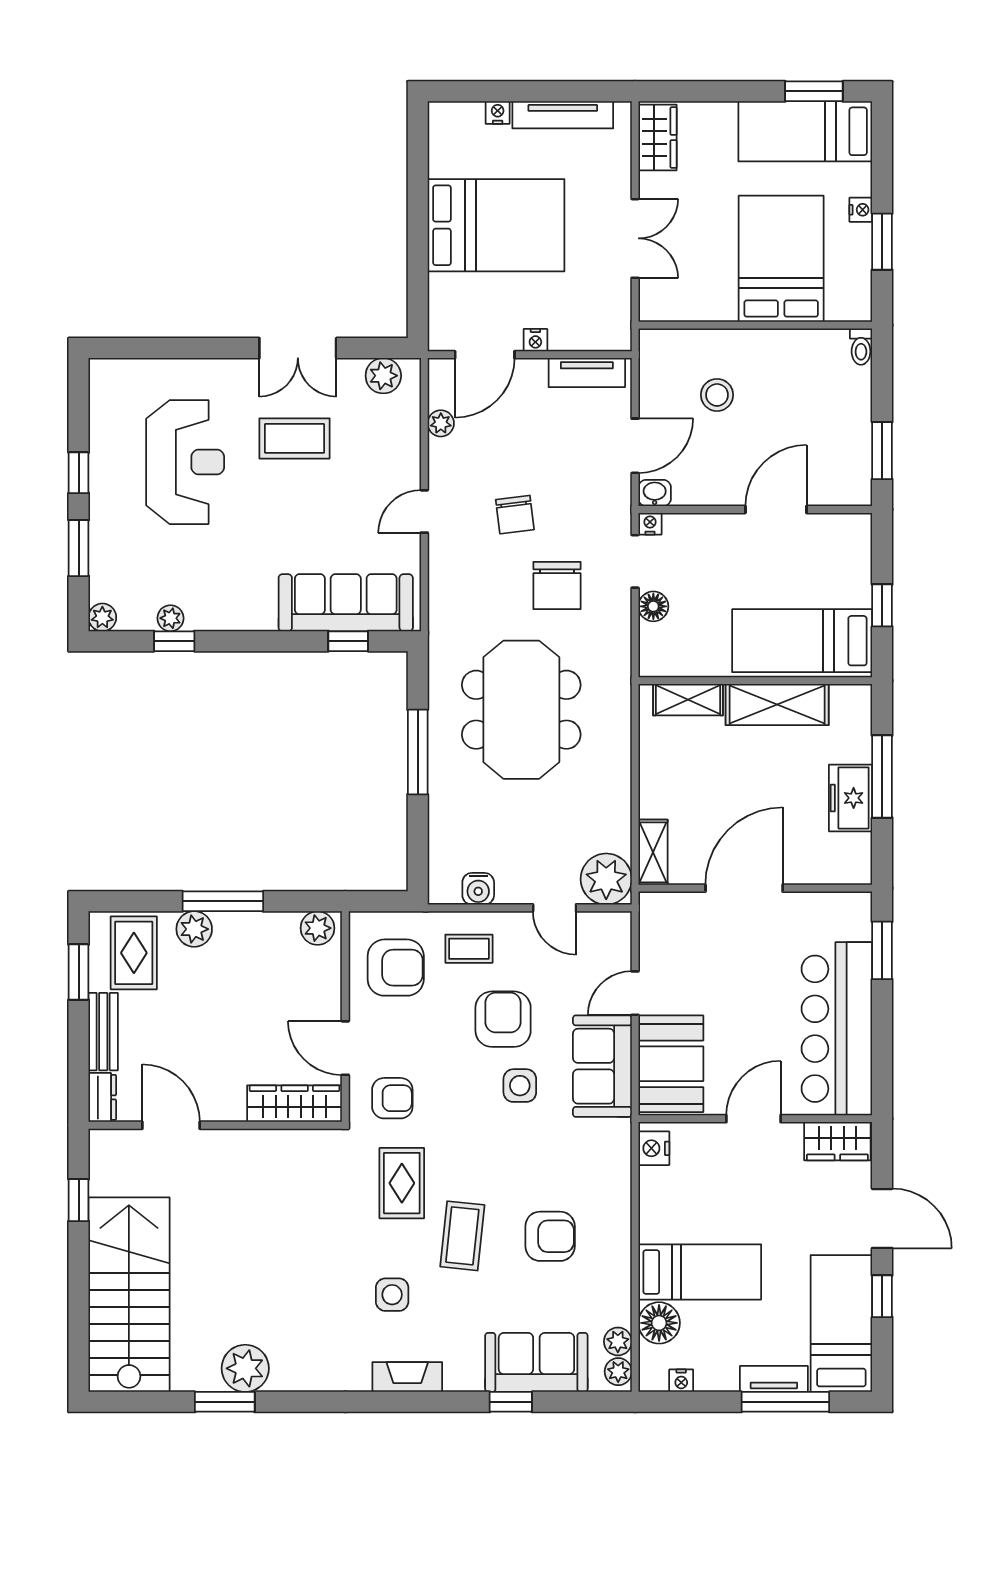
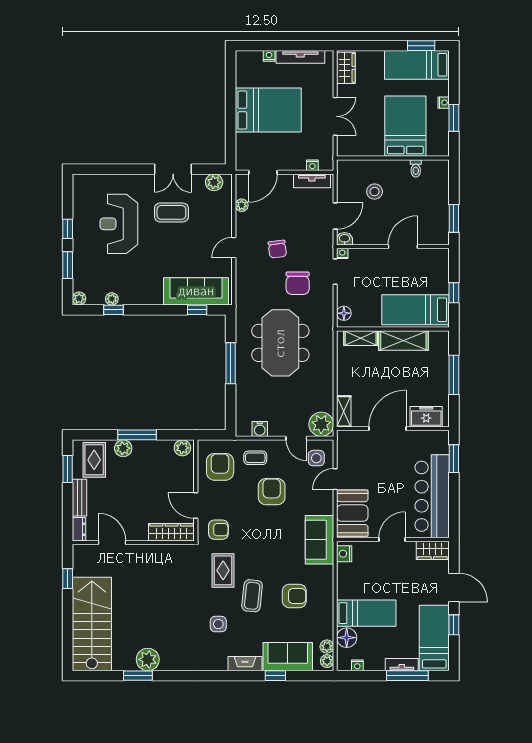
nightstand: (535, 340) -> (312, 165), moved
toilet: (861, 347) -> (416, 168), moved
reception desk: (185, 462) -> (119, 224), turned 180
floor lamp: (653, 606) -> (344, 313), moved
freezer: (851, 798) -> (426, 417), moved, turned 90
armchair: (396, 968) -> (220, 467), turned -90
sofa: (602, 1066) -> (319, 540), moved
side table: (520, 1086) -> (316, 458), moved
fireplace: (407, 1377) -> (245, 664), moved

